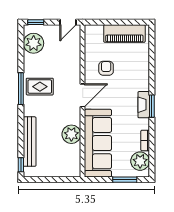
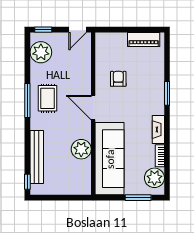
piano: (124, 34) -> (144, 40), width x0.73, depth x0.75
rug: (40, 87) -> (48, 98), turned 90
door: (83, 95) -> (93, 108), swing flipped
fireplace: (144, 105) -> (158, 130), moved
window: (152, 106) -> (167, 93), moved

